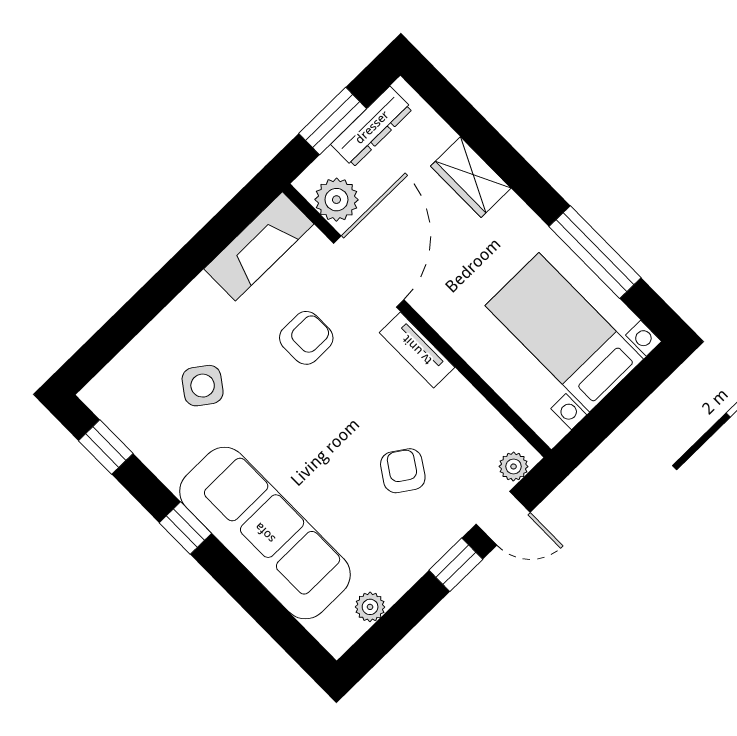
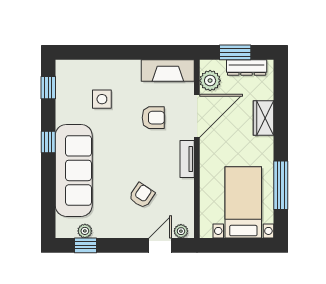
side table: (203, 386) -> (102, 99), turned -36
door: (503, 518) -> (160, 245), swing flipped
window: (456, 565) -> (85, 245), moved

